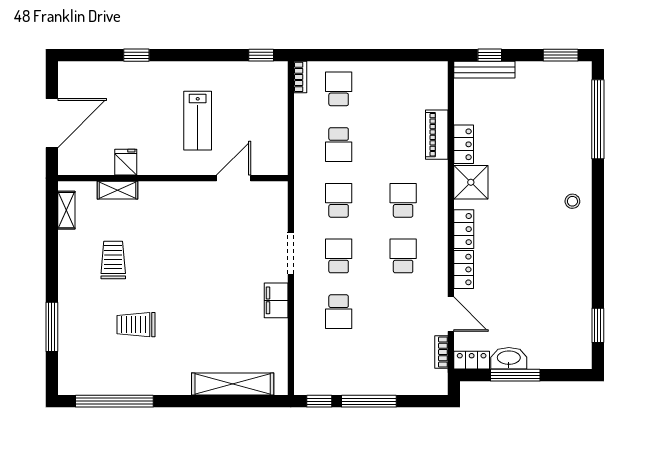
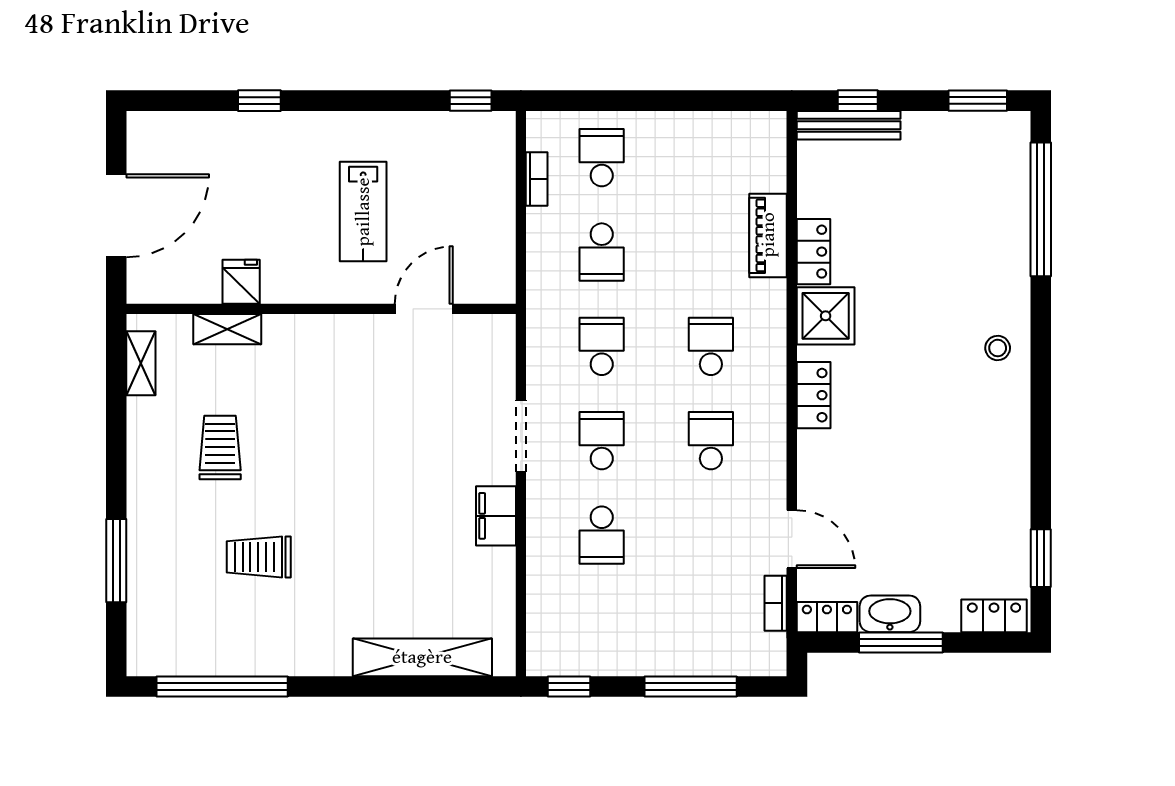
bookcase: (300, 77) -> (537, 179), moved
locker: (464, 269) -> (994, 616), moved, turned -90
window: (369, 401) -> (691, 686), moved

